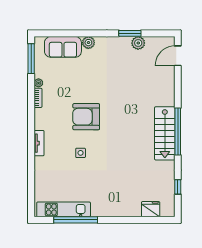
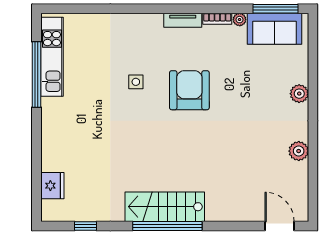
window: (130, 33) -> (313, 155), removed
plant: (138, 43) -> (299, 151), moved
sofa: (63, 47) -> (275, 29), moved, turned -90
tv unit: (39, 143) -> (183, 20), moved

